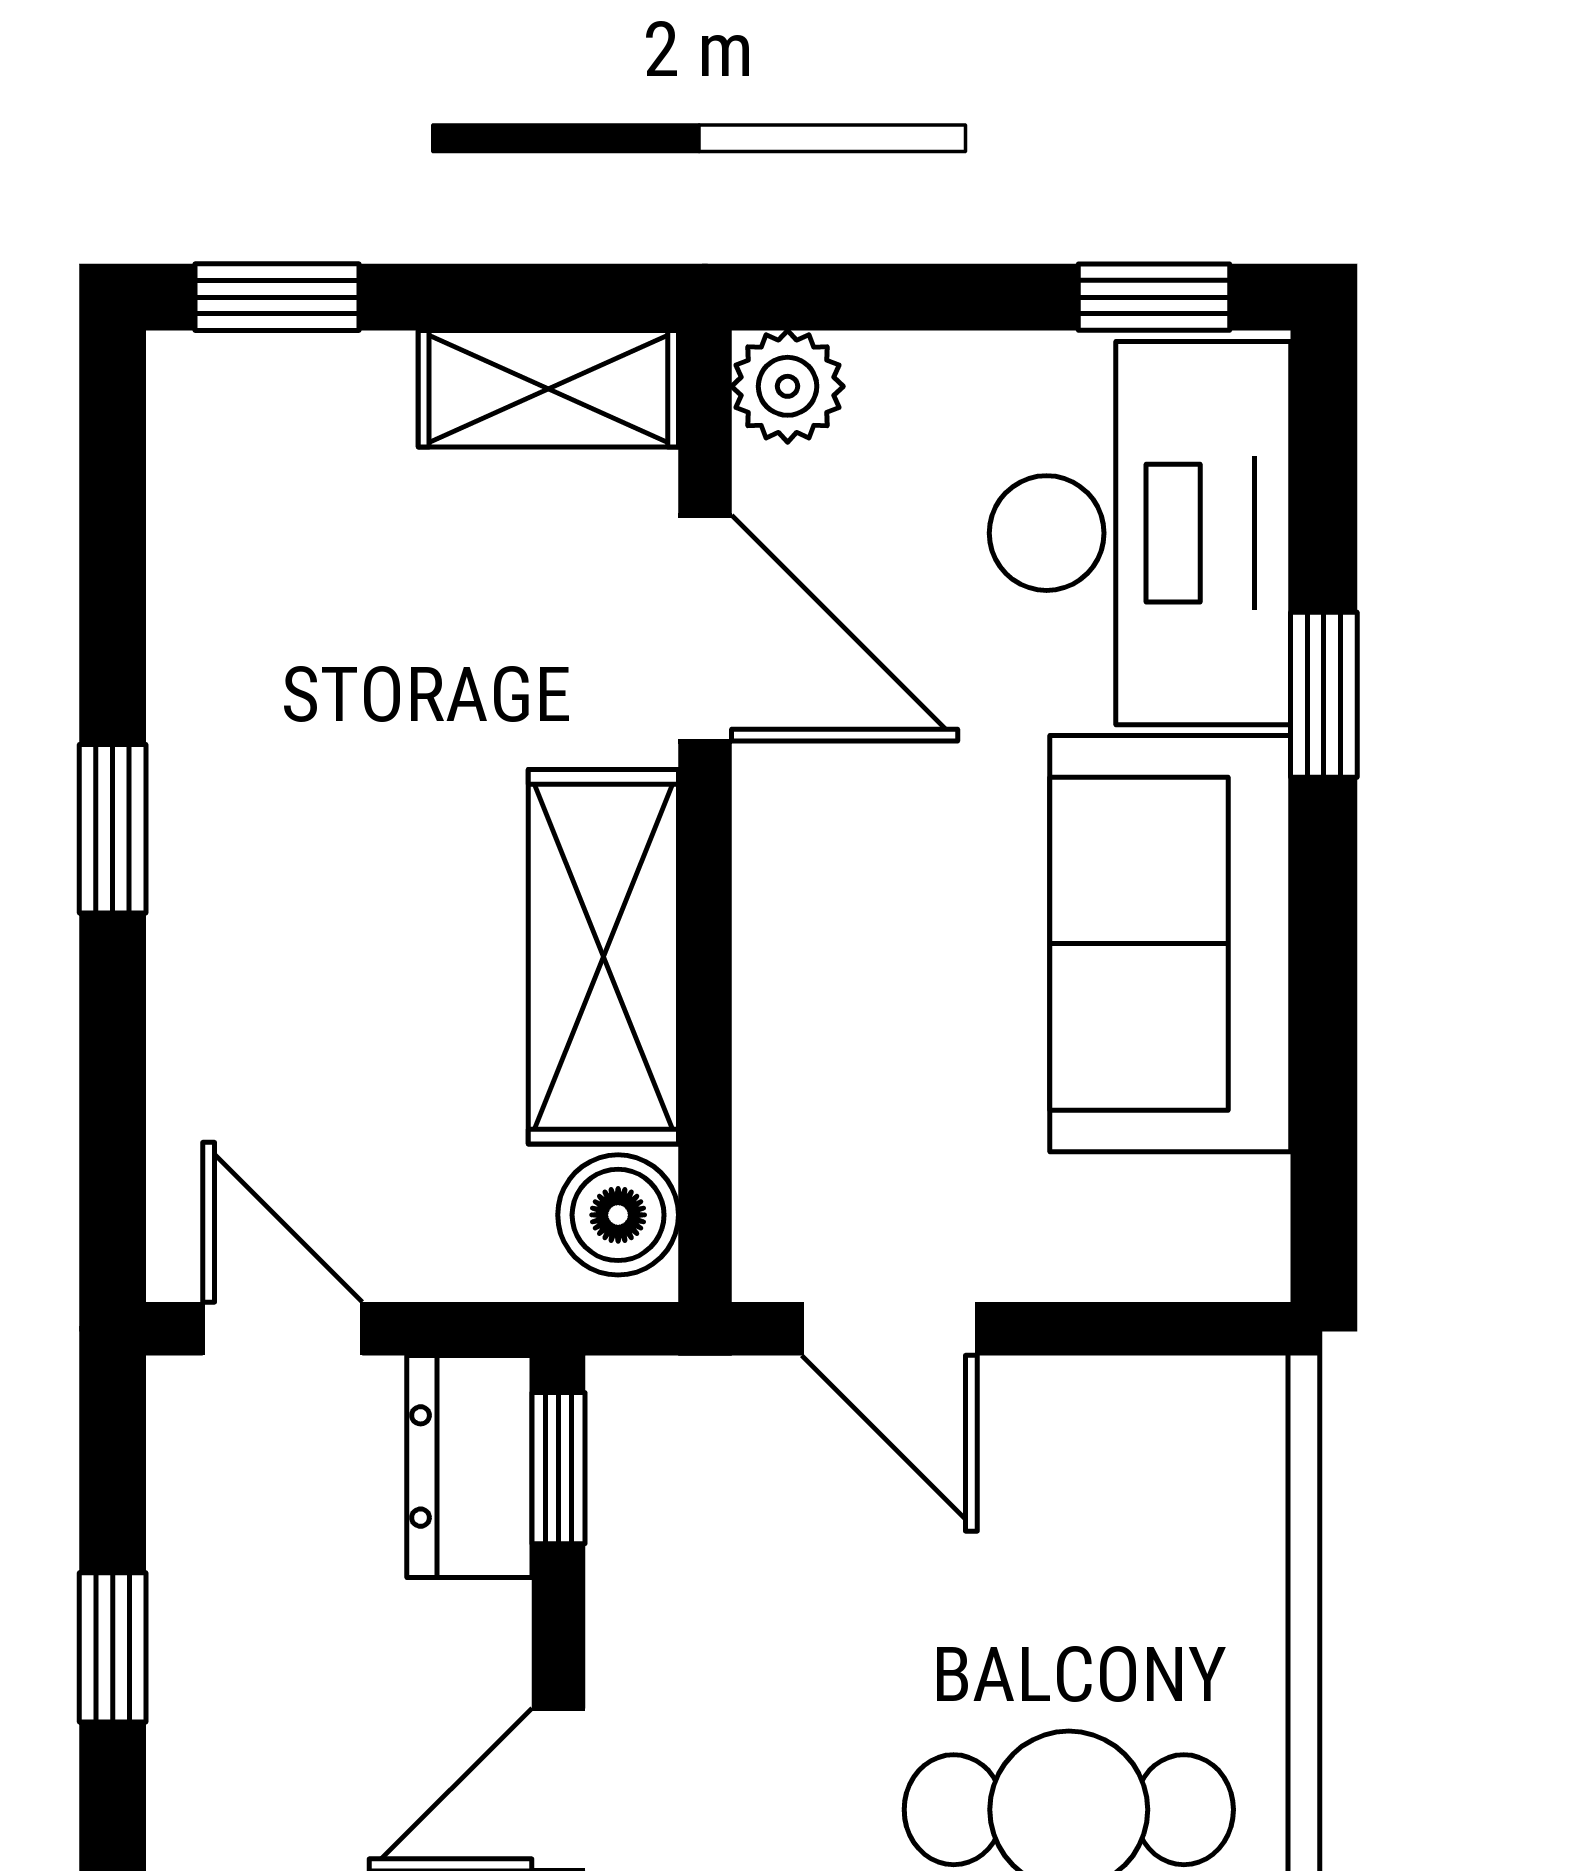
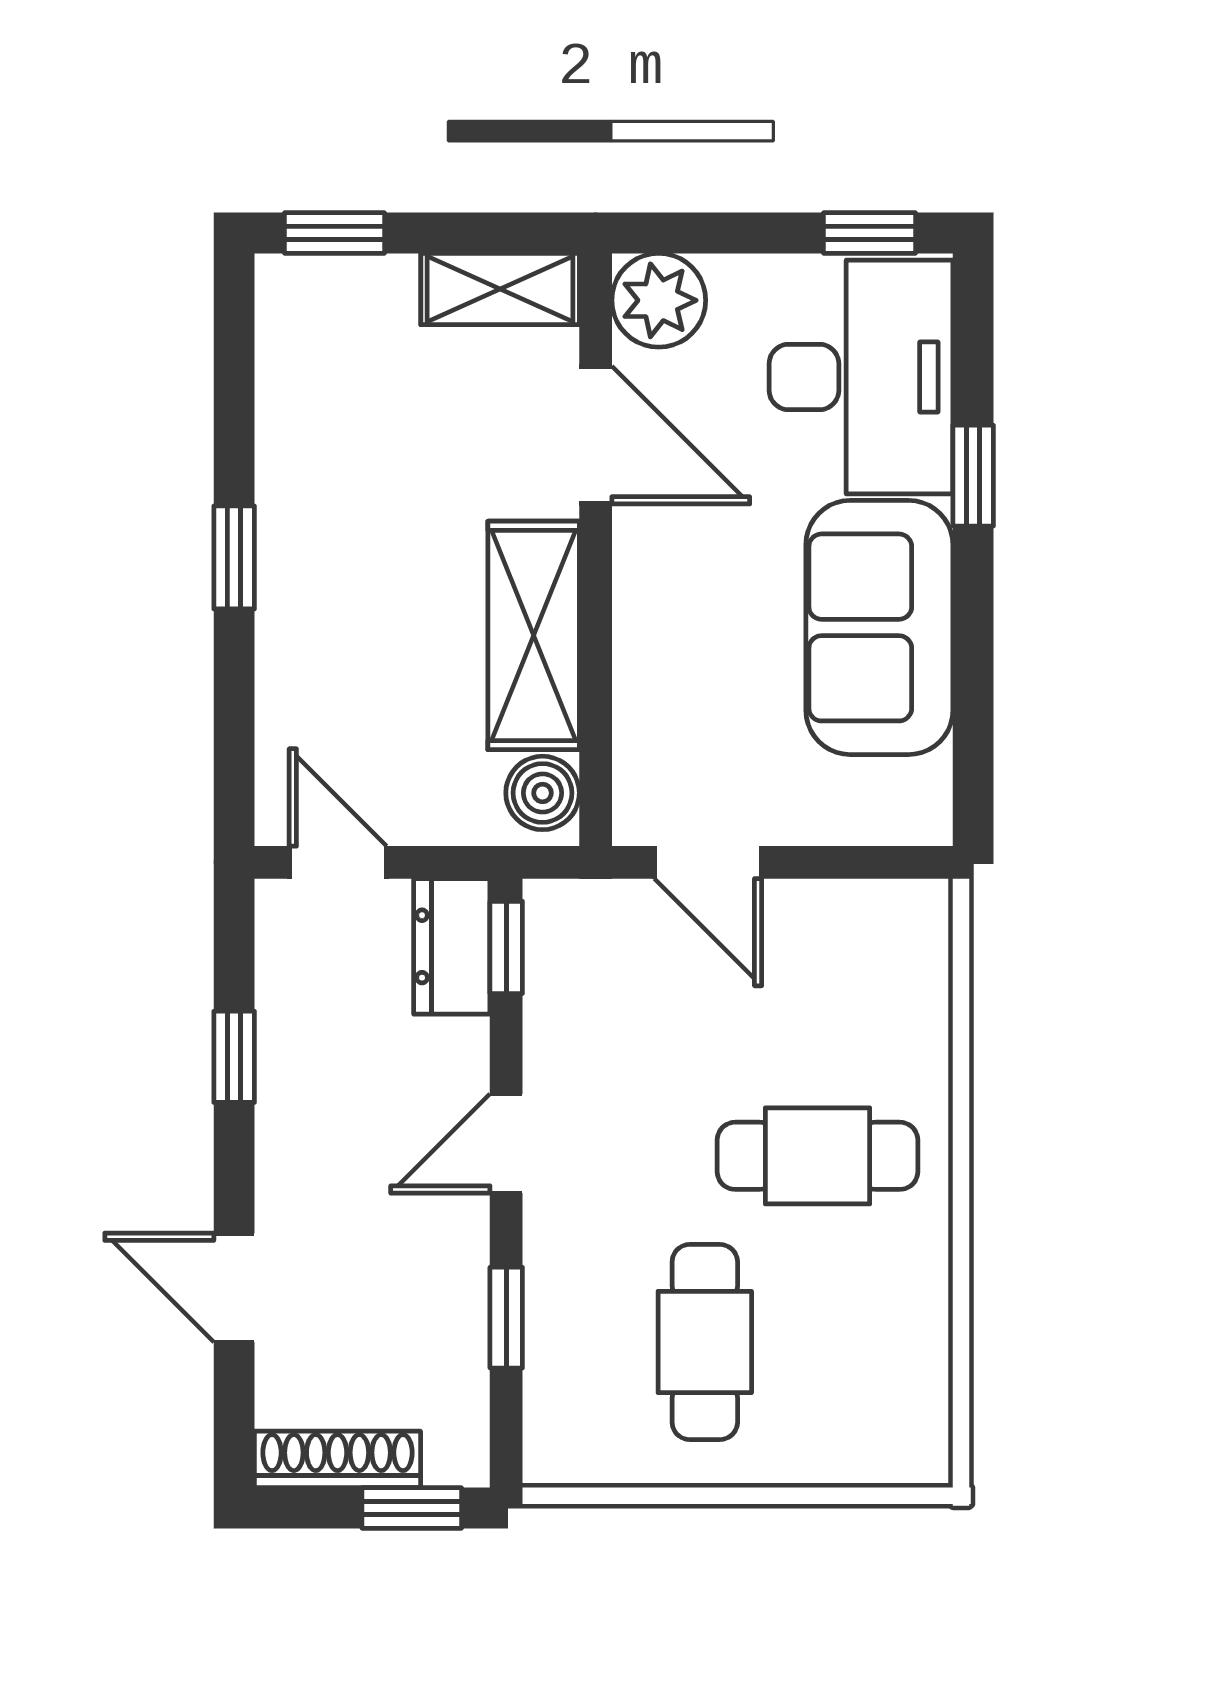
plant: (788, 386) -> (659, 300), width x1.38, depth x1.38

